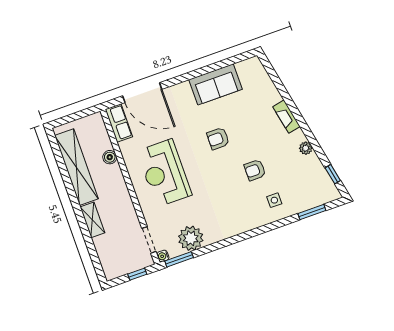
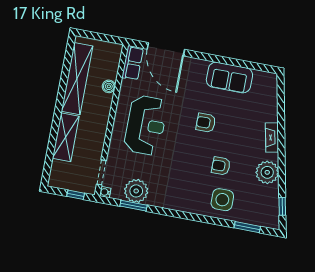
plant: (306, 148) -> (267, 172), width x1.88, depth x1.88
reception desk: (164, 173) -> (146, 125), turned 180
side table: (274, 200) -> (222, 200), width x1.87, depth x1.87
shelving: (92, 220) -> (66, 137), width x1.50, depth x1.33
window: (179, 259) -> (134, 206), moved

